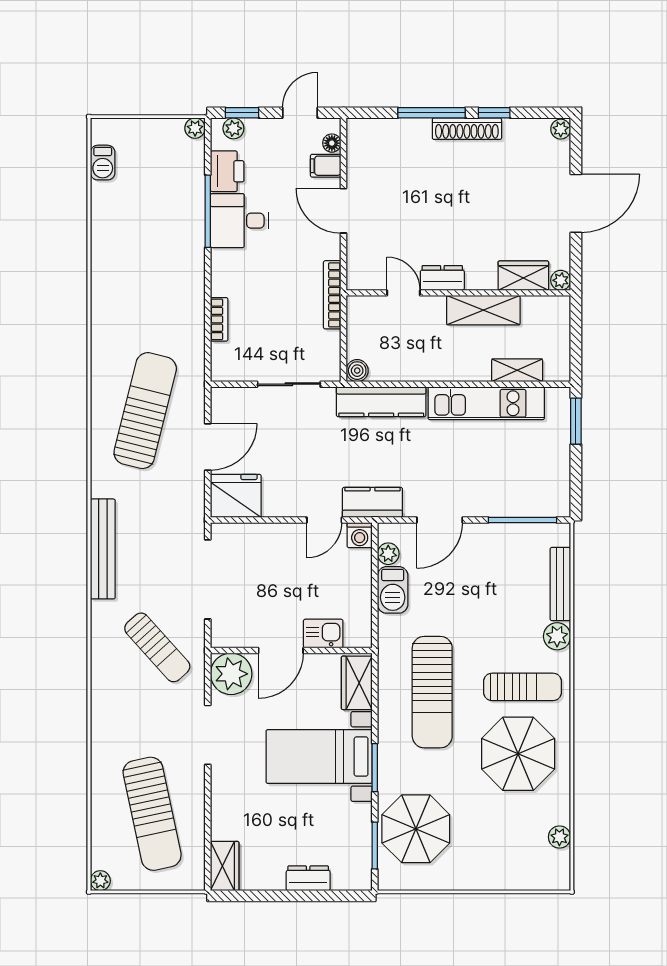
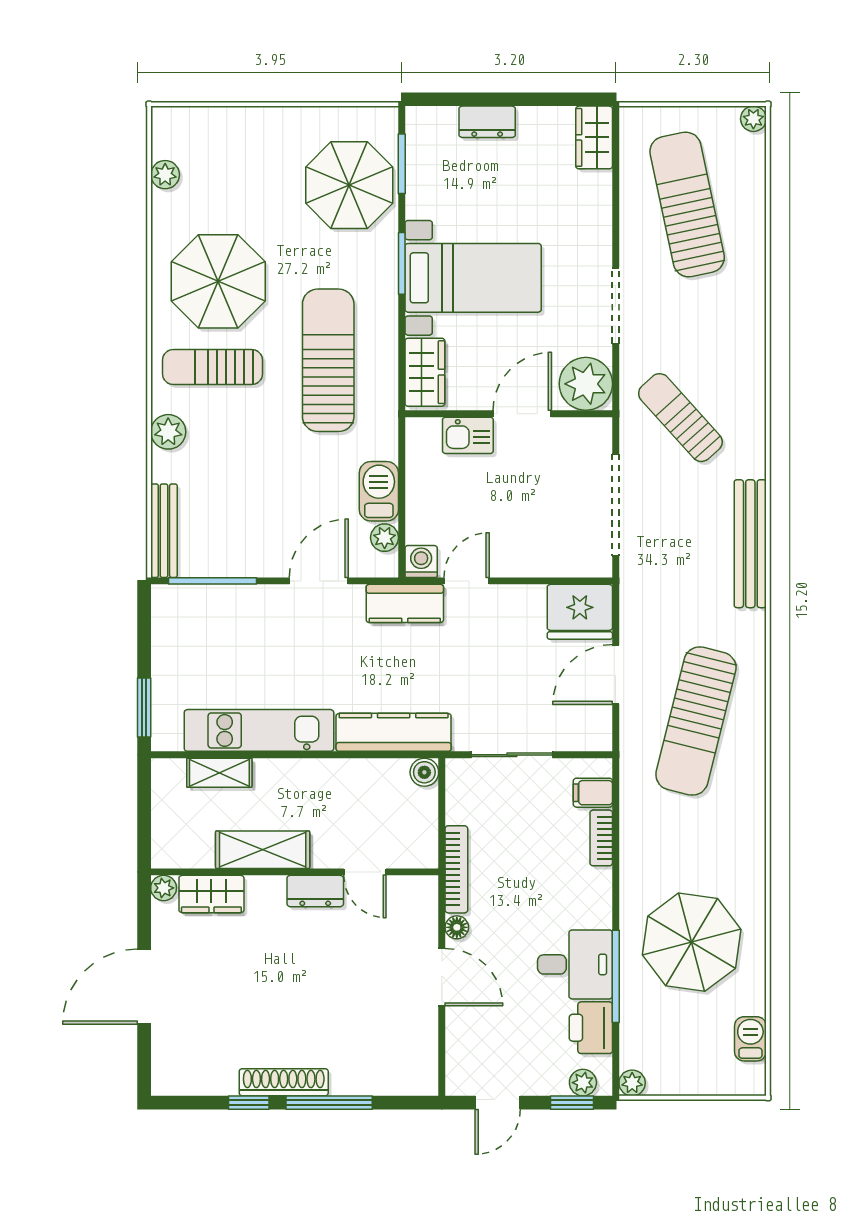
plant: (561, 129) -> (164, 1082), removed
floor lamp: (332, 143) -> (457, 927), moved
filing cabinet: (326, 166) -> (593, 793), moved, turned 180
parasol: (149, 238) -> (692, 942), added
bench: (560, 584) -> (164, 531), moved

